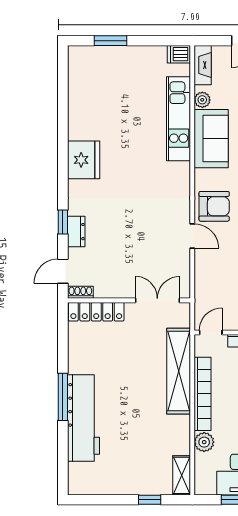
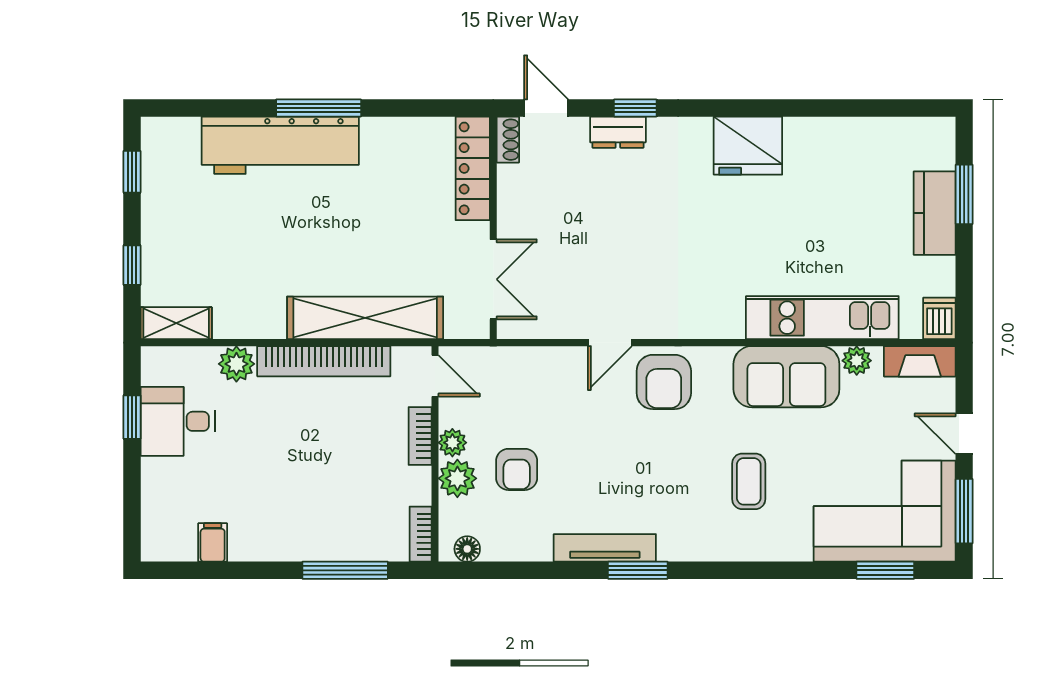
kitchen counter: (121, 57) -> (935, 213), added
window: (98, 500) -> (132, 172), added

